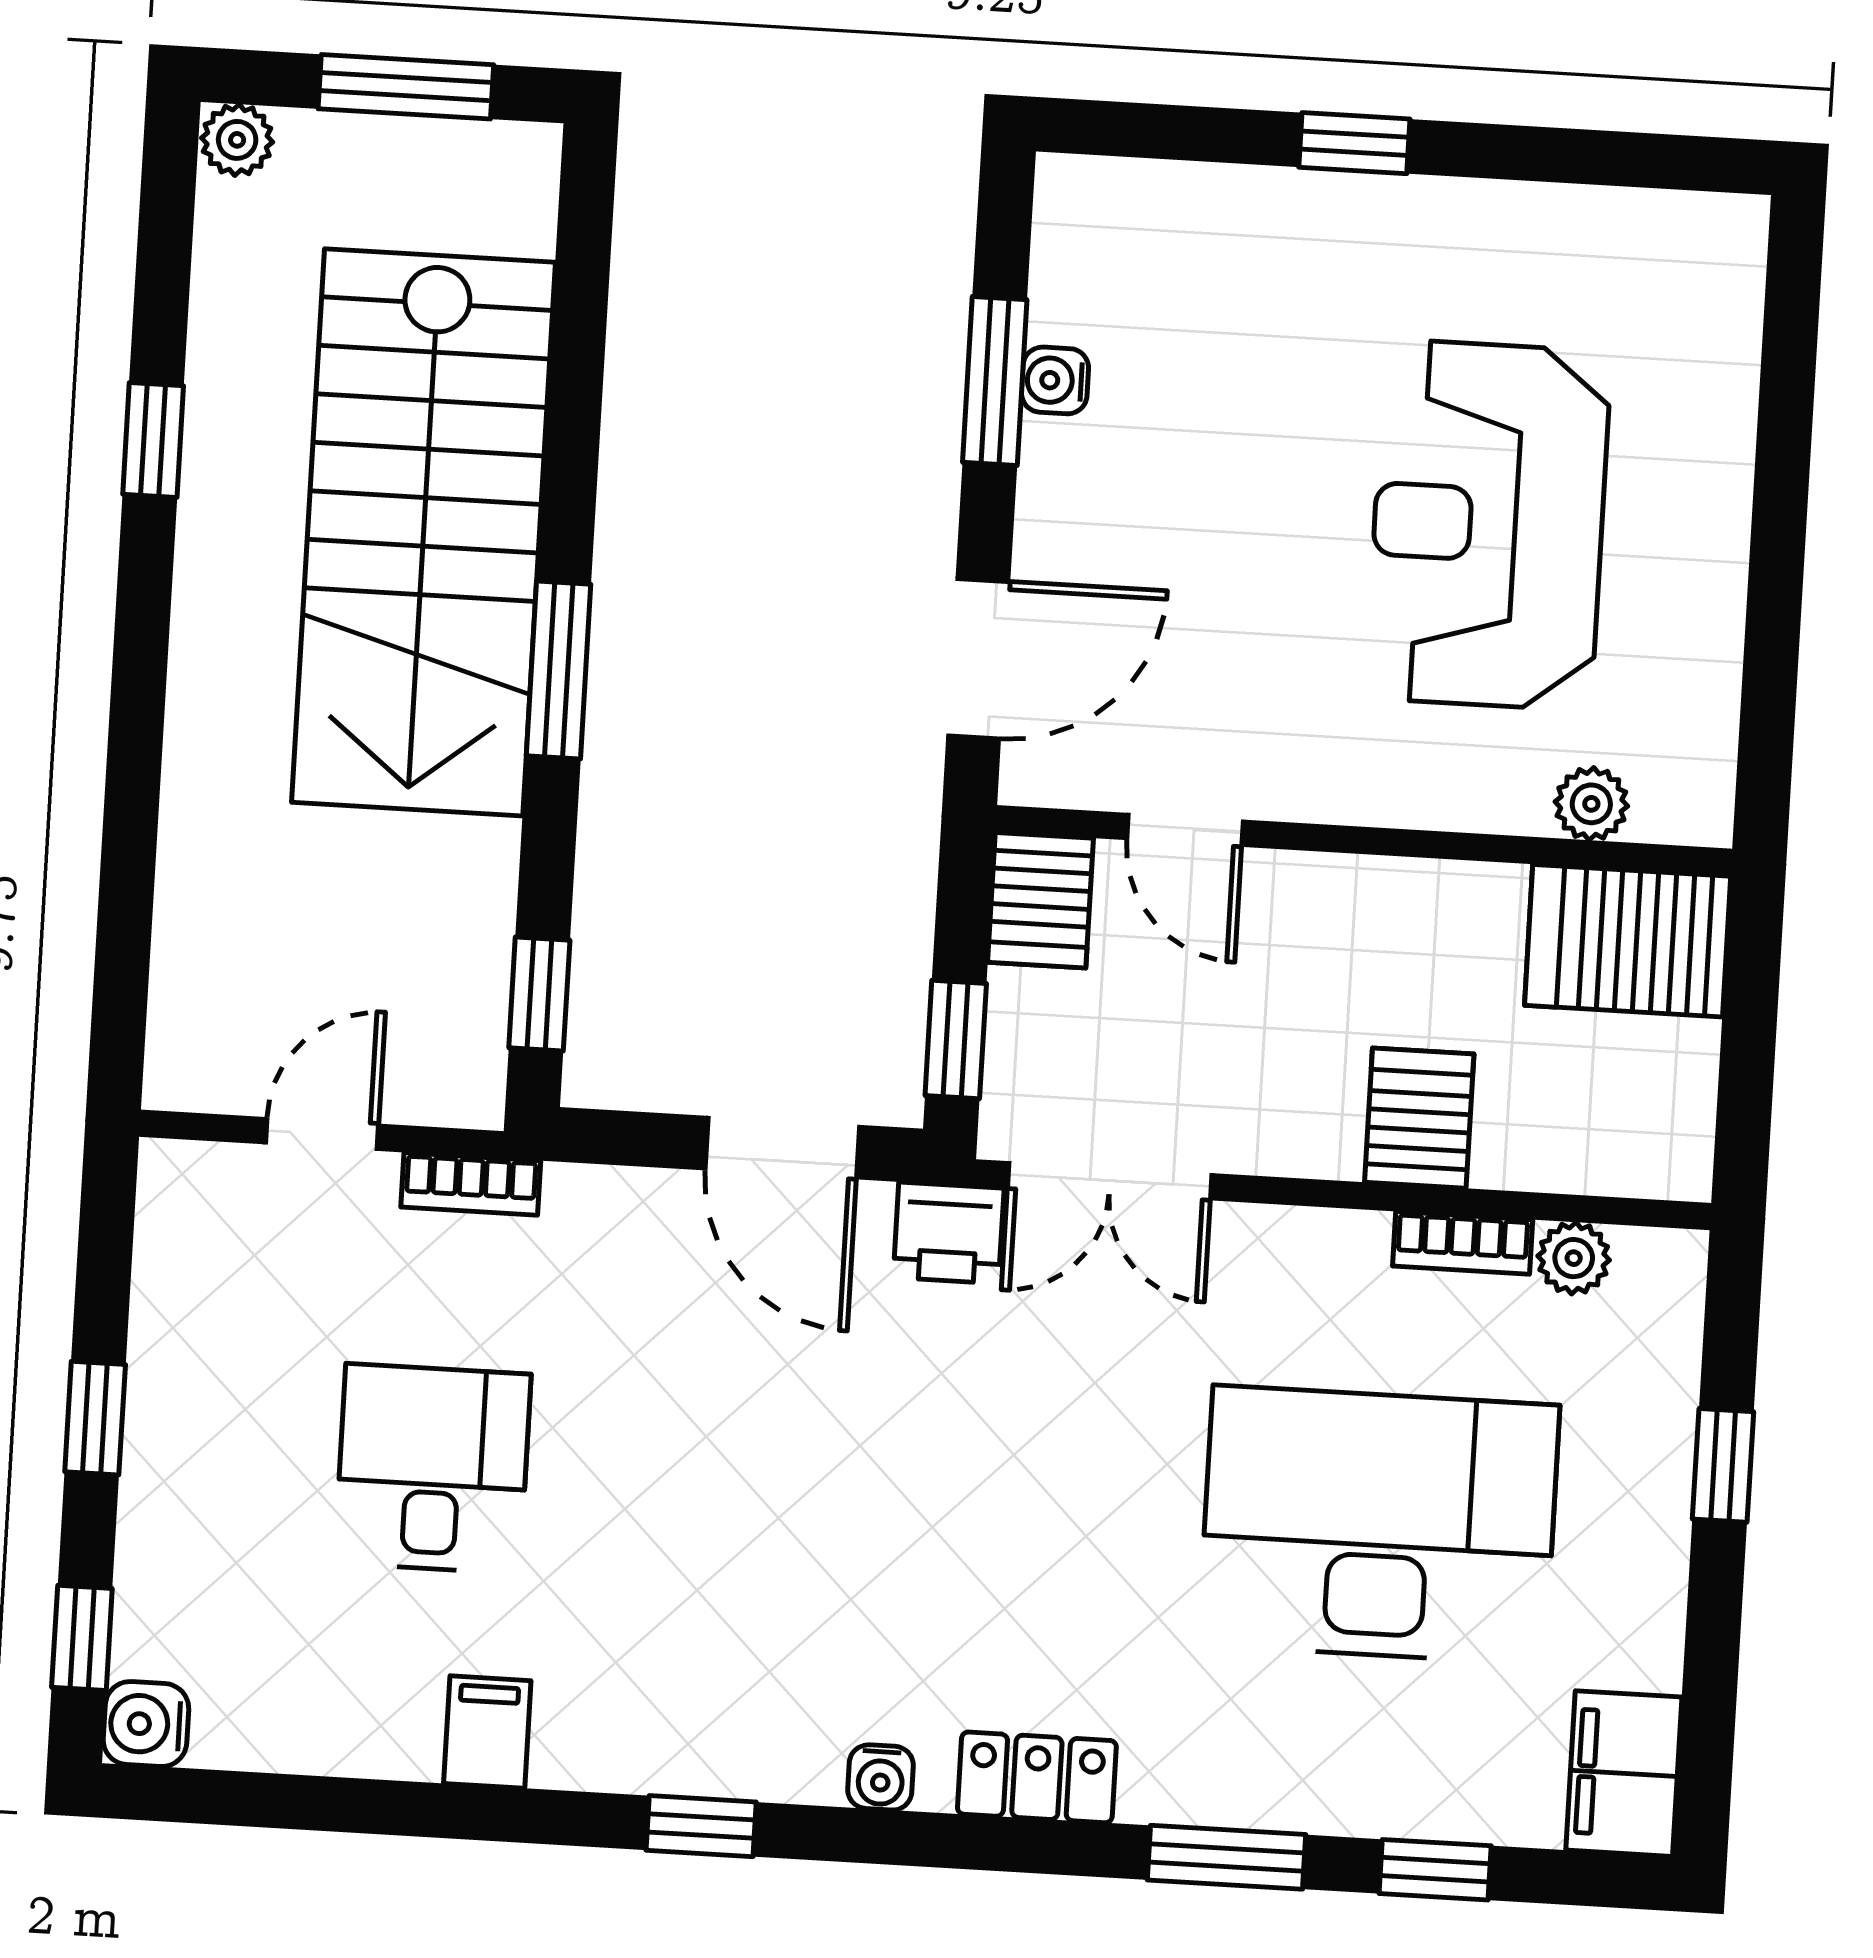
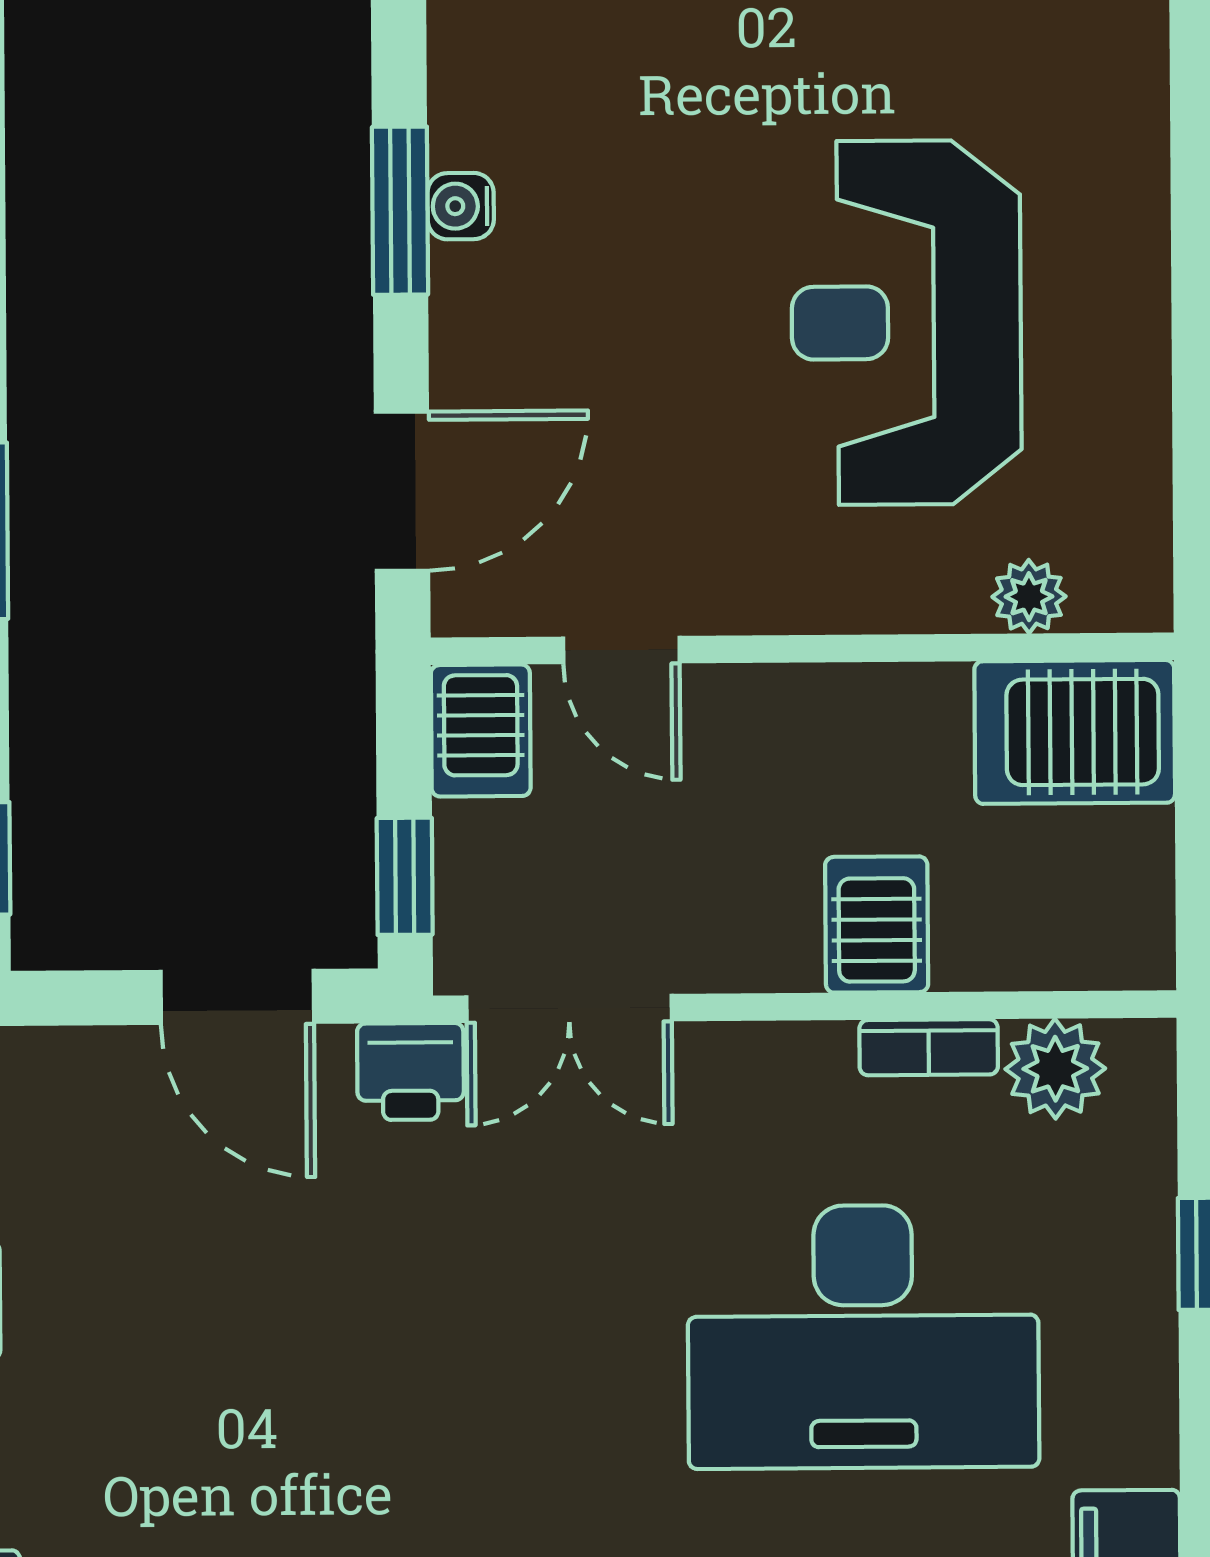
plant: (1574, 1258) -> (1055, 1069), width x1.38, depth x1.38
desk: (1379, 1525) -> (863, 1337), turned 180

